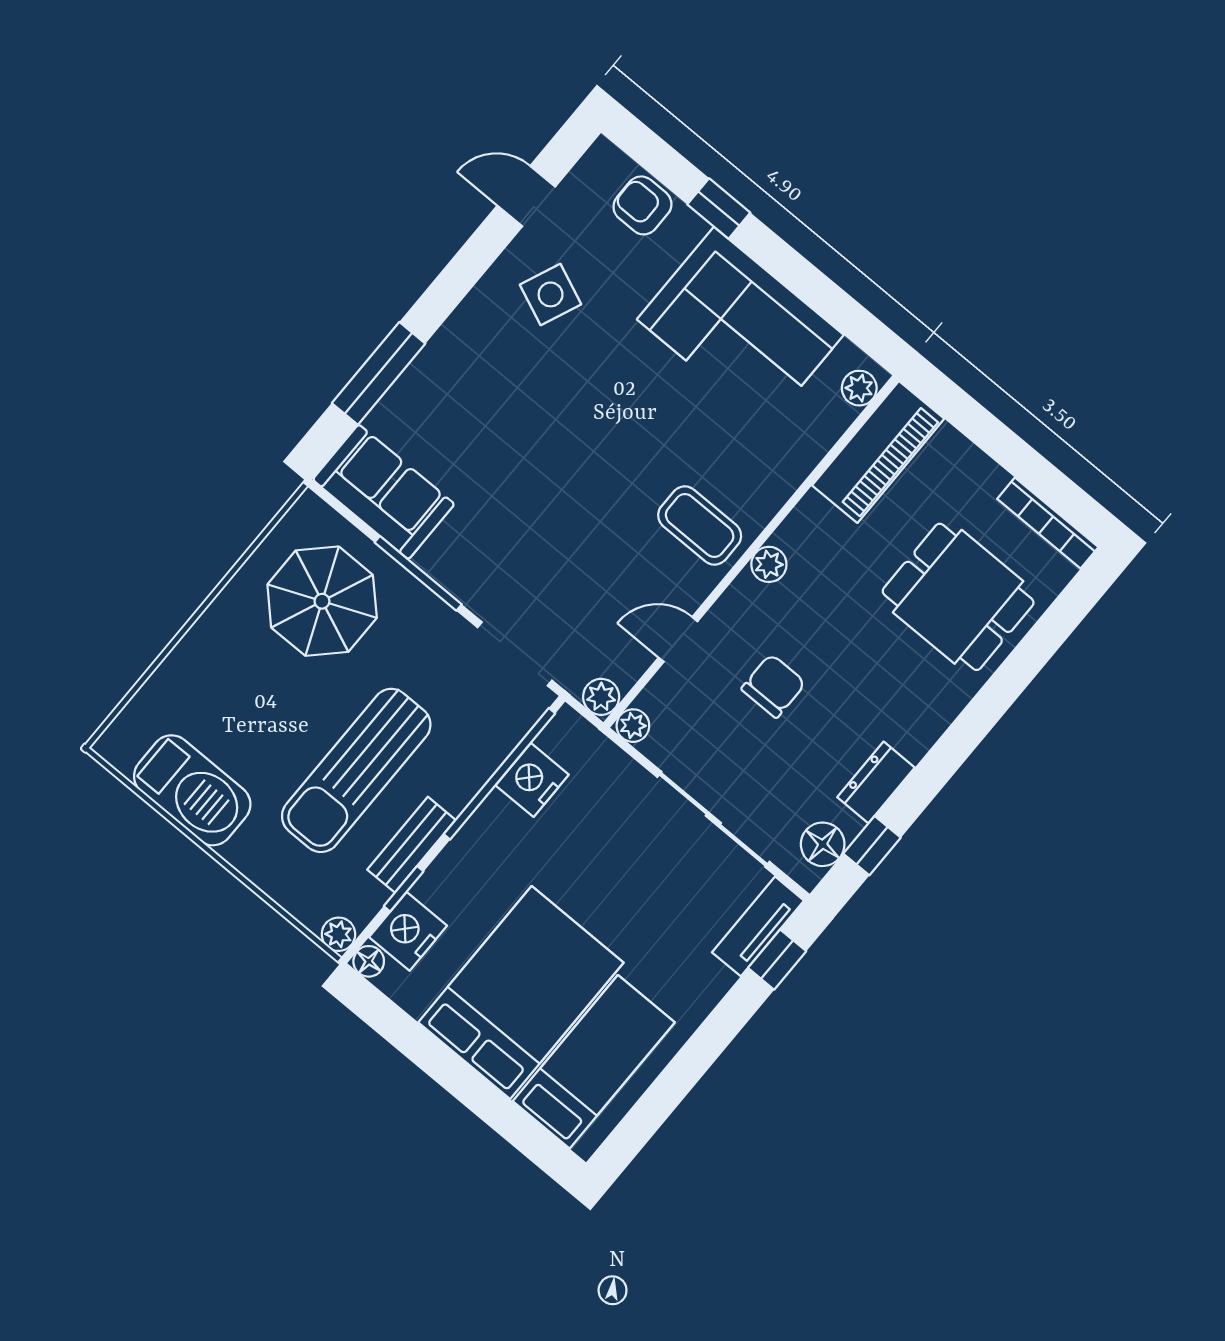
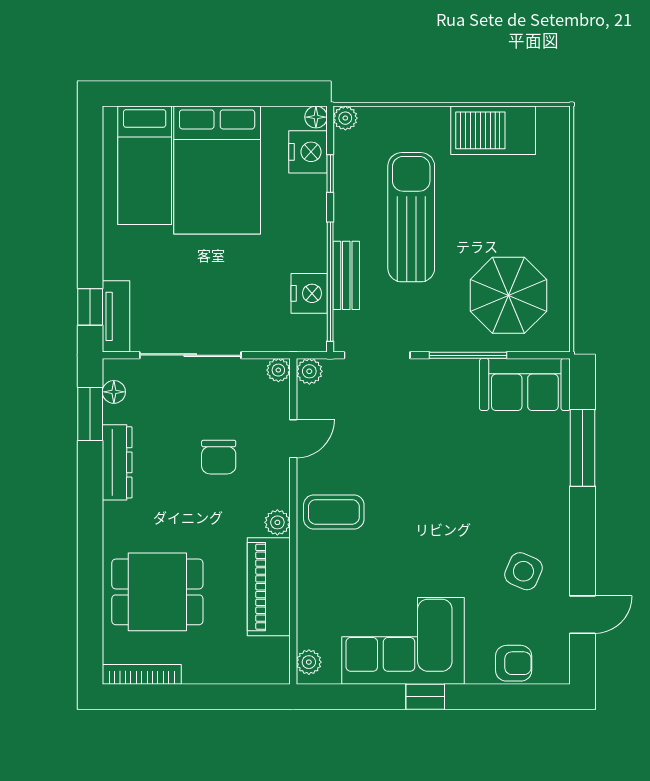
window: (719, 209) -> (425, 697), moved
piano: (878, 452) -> (269, 587), moved
dresser: (876, 782) -> (117, 462), width x1.44
floor lamp: (823, 844) -> (114, 392), width x0.73, depth x0.73
bench: (411, 845) -> (346, 275), moved
window: (872, 846) -> (90, 414), width x1.50

